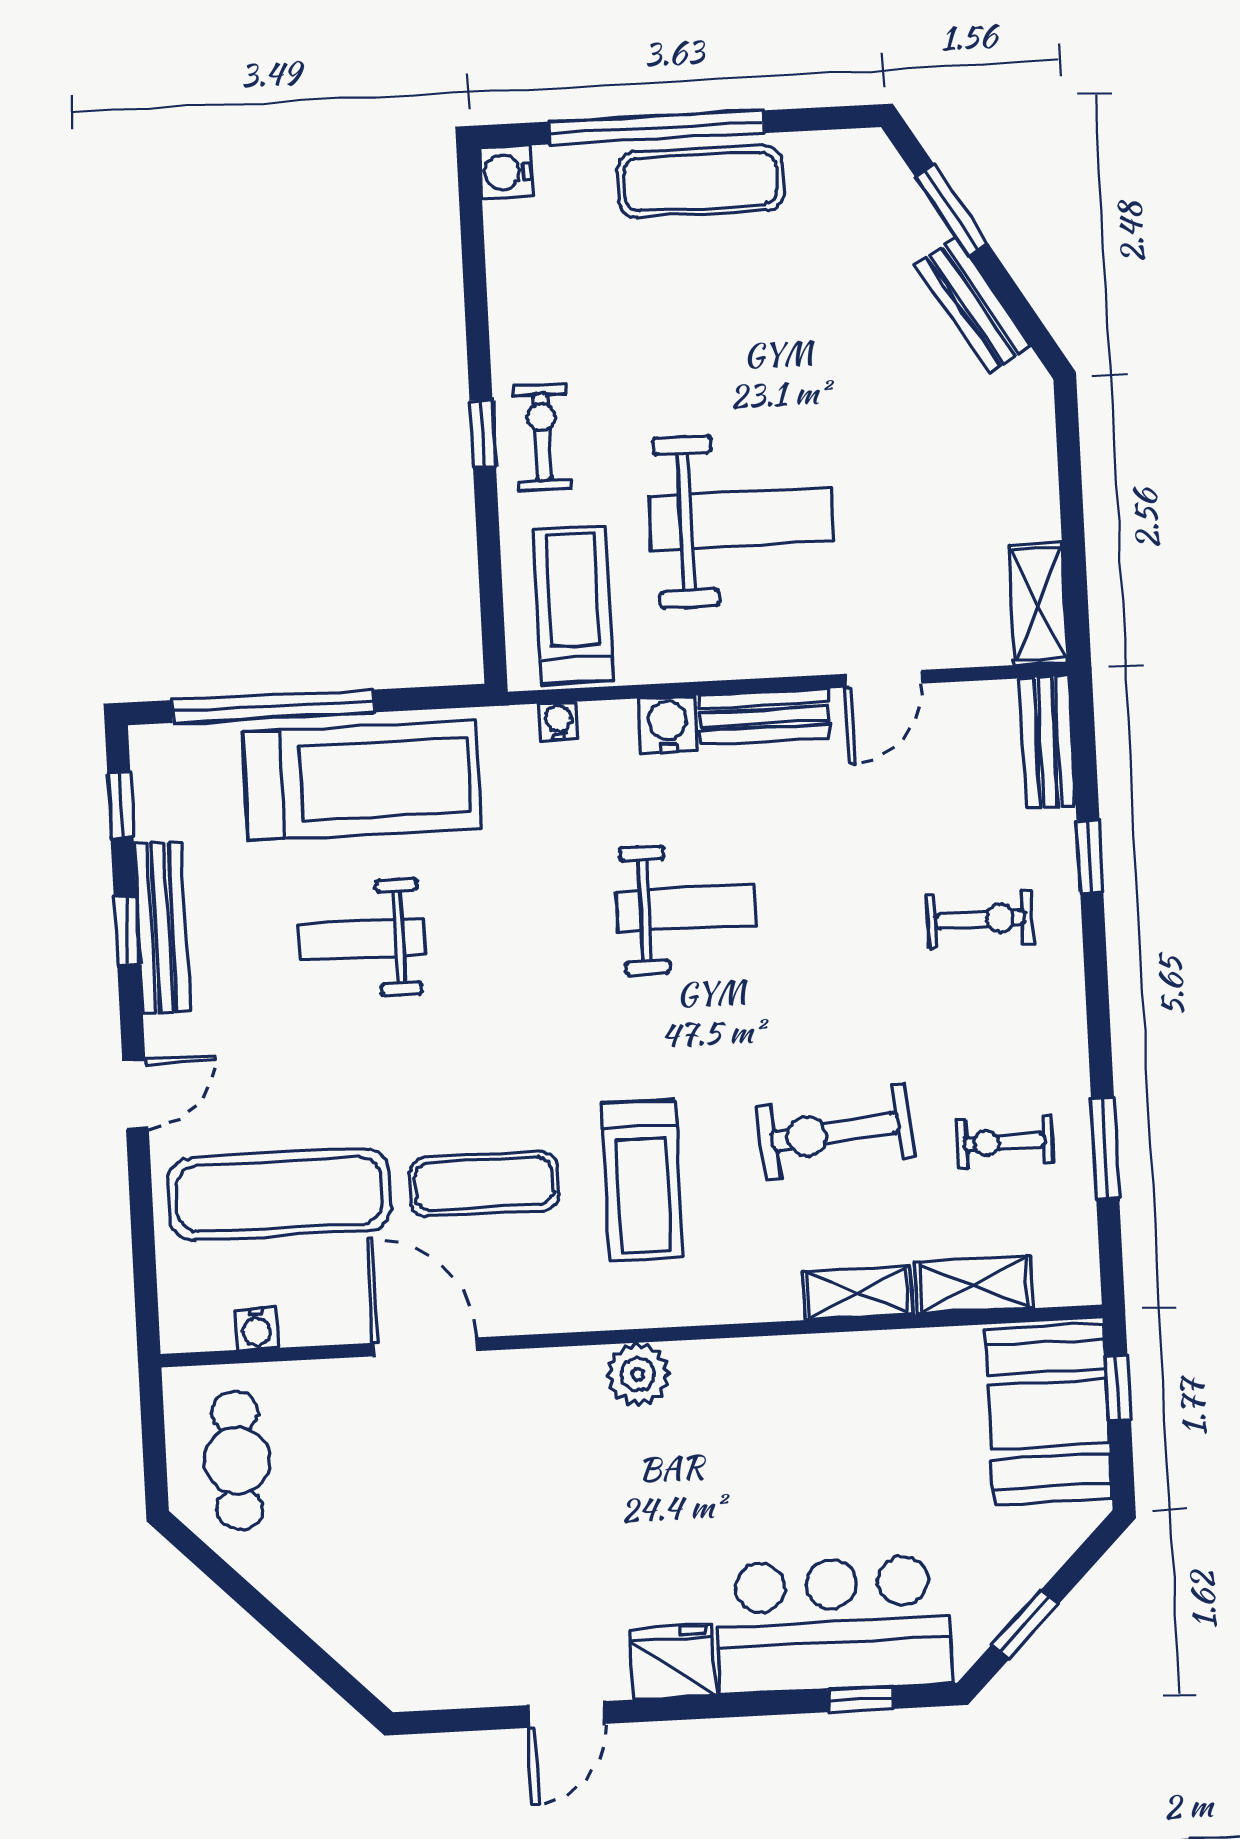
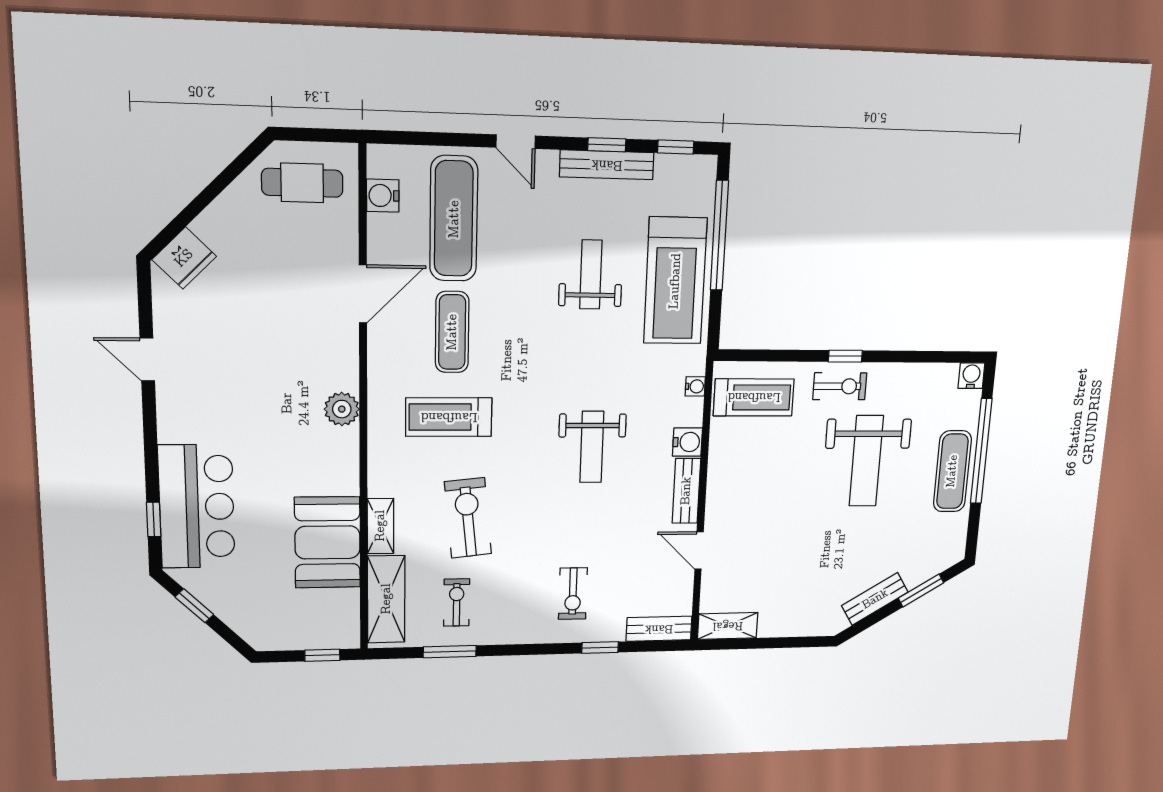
weight bench: (741, 519) -> (866, 461), moved
shelving: (974, 1285) -> (386, 599), width x1.50, depth x1.33
water cooler: (257, 1329) -> (383, 196), width x1.38, depth x1.38
booth: (1048, 1414) -> (328, 542), moved, turned 90
fridge: (673, 1662) -> (184, 258), moved, turned 45

